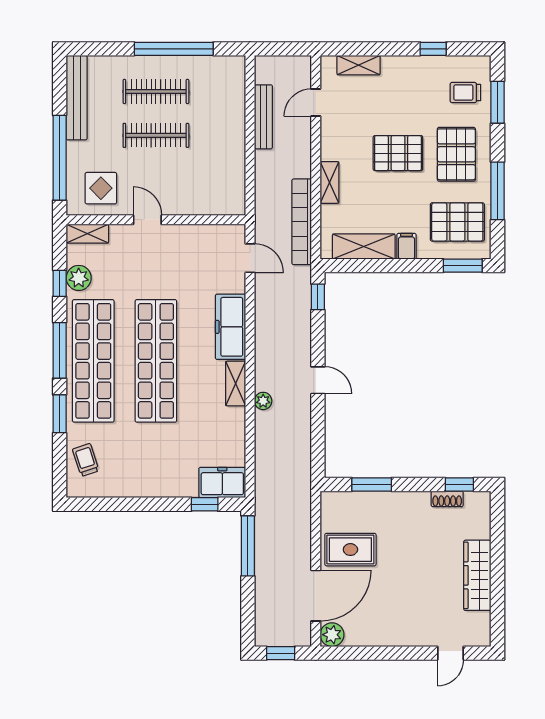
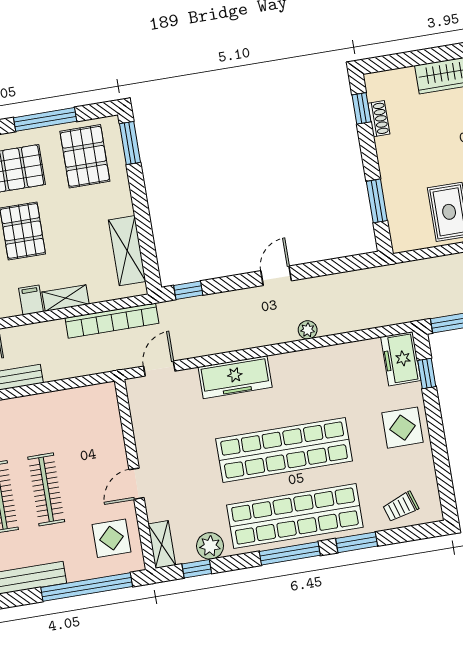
filing cabinet: (407, 246) -> (31, 300), moved, turned 90
window: (60, 283) -> (197, 569), moved
shelving: (236, 384) -> (294, 362), removed
display table: (158, 474) -> (402, 428), added

